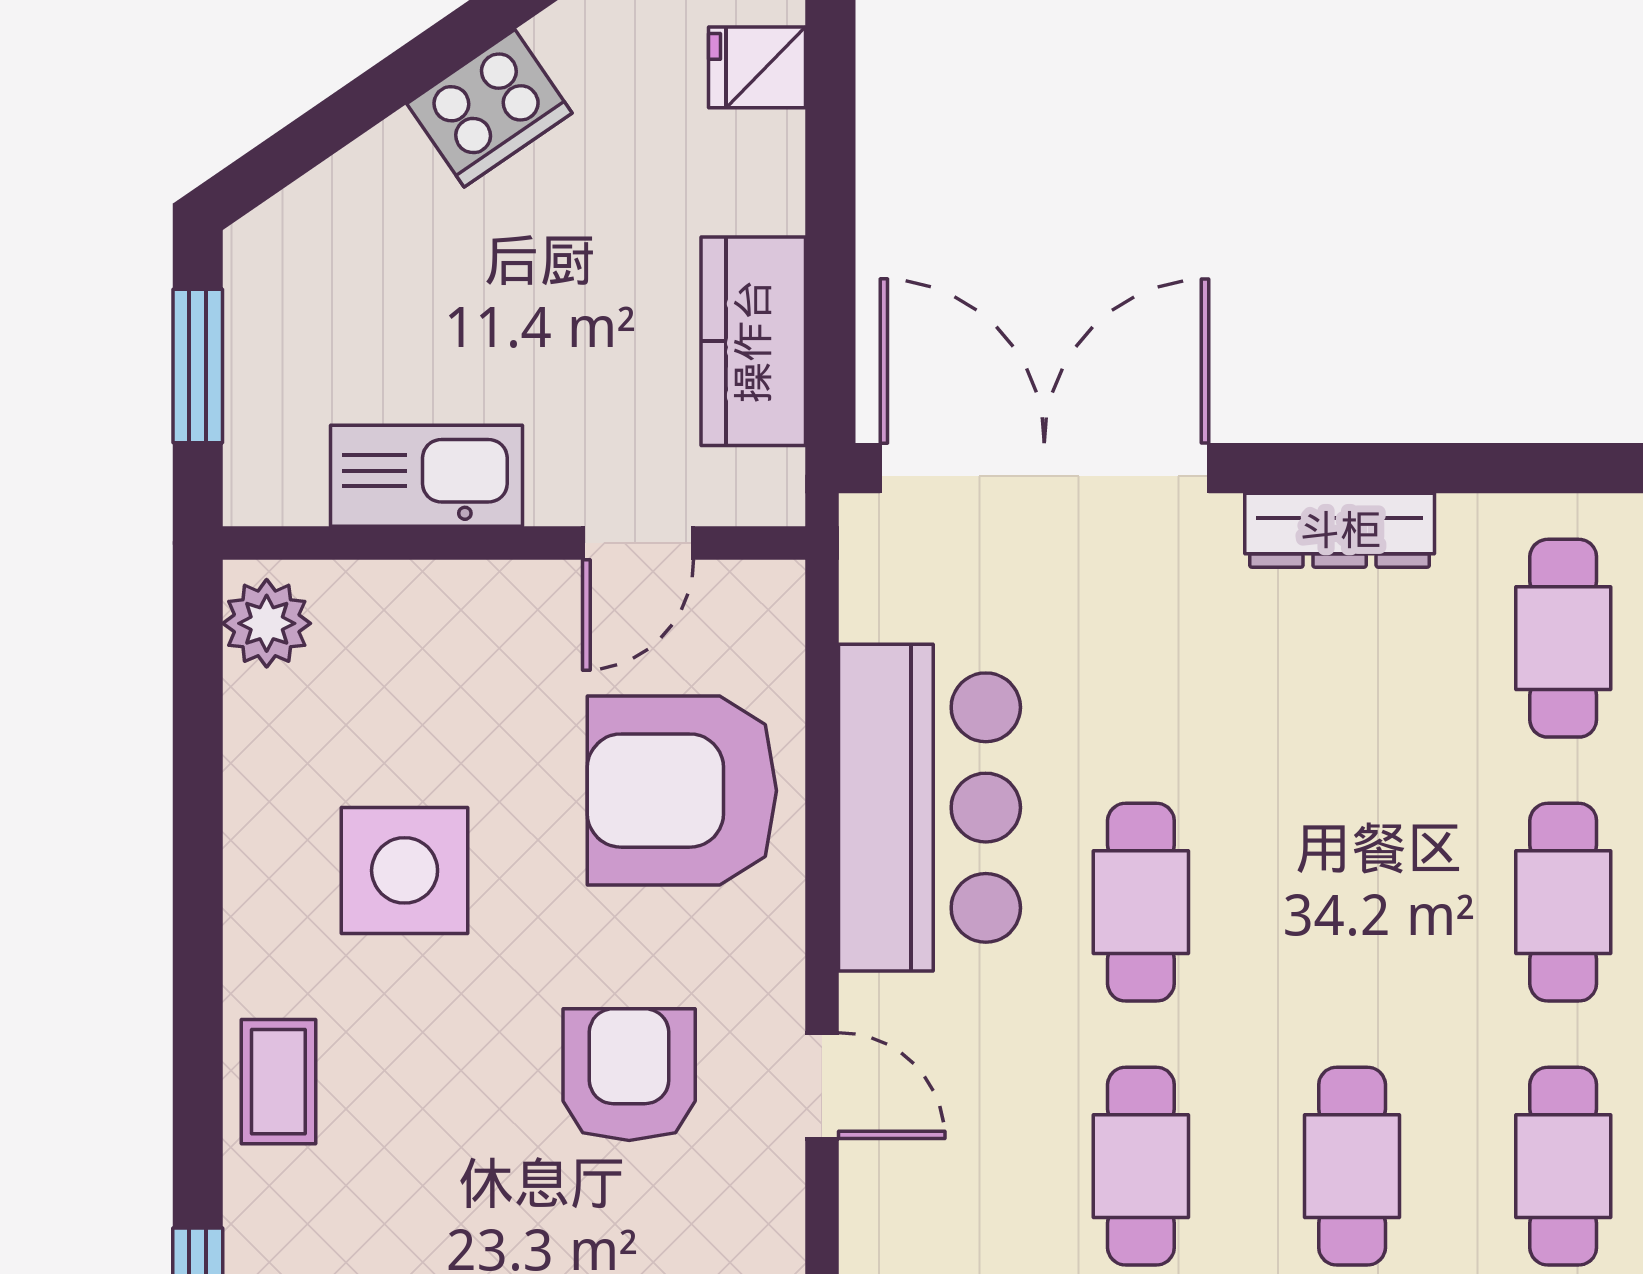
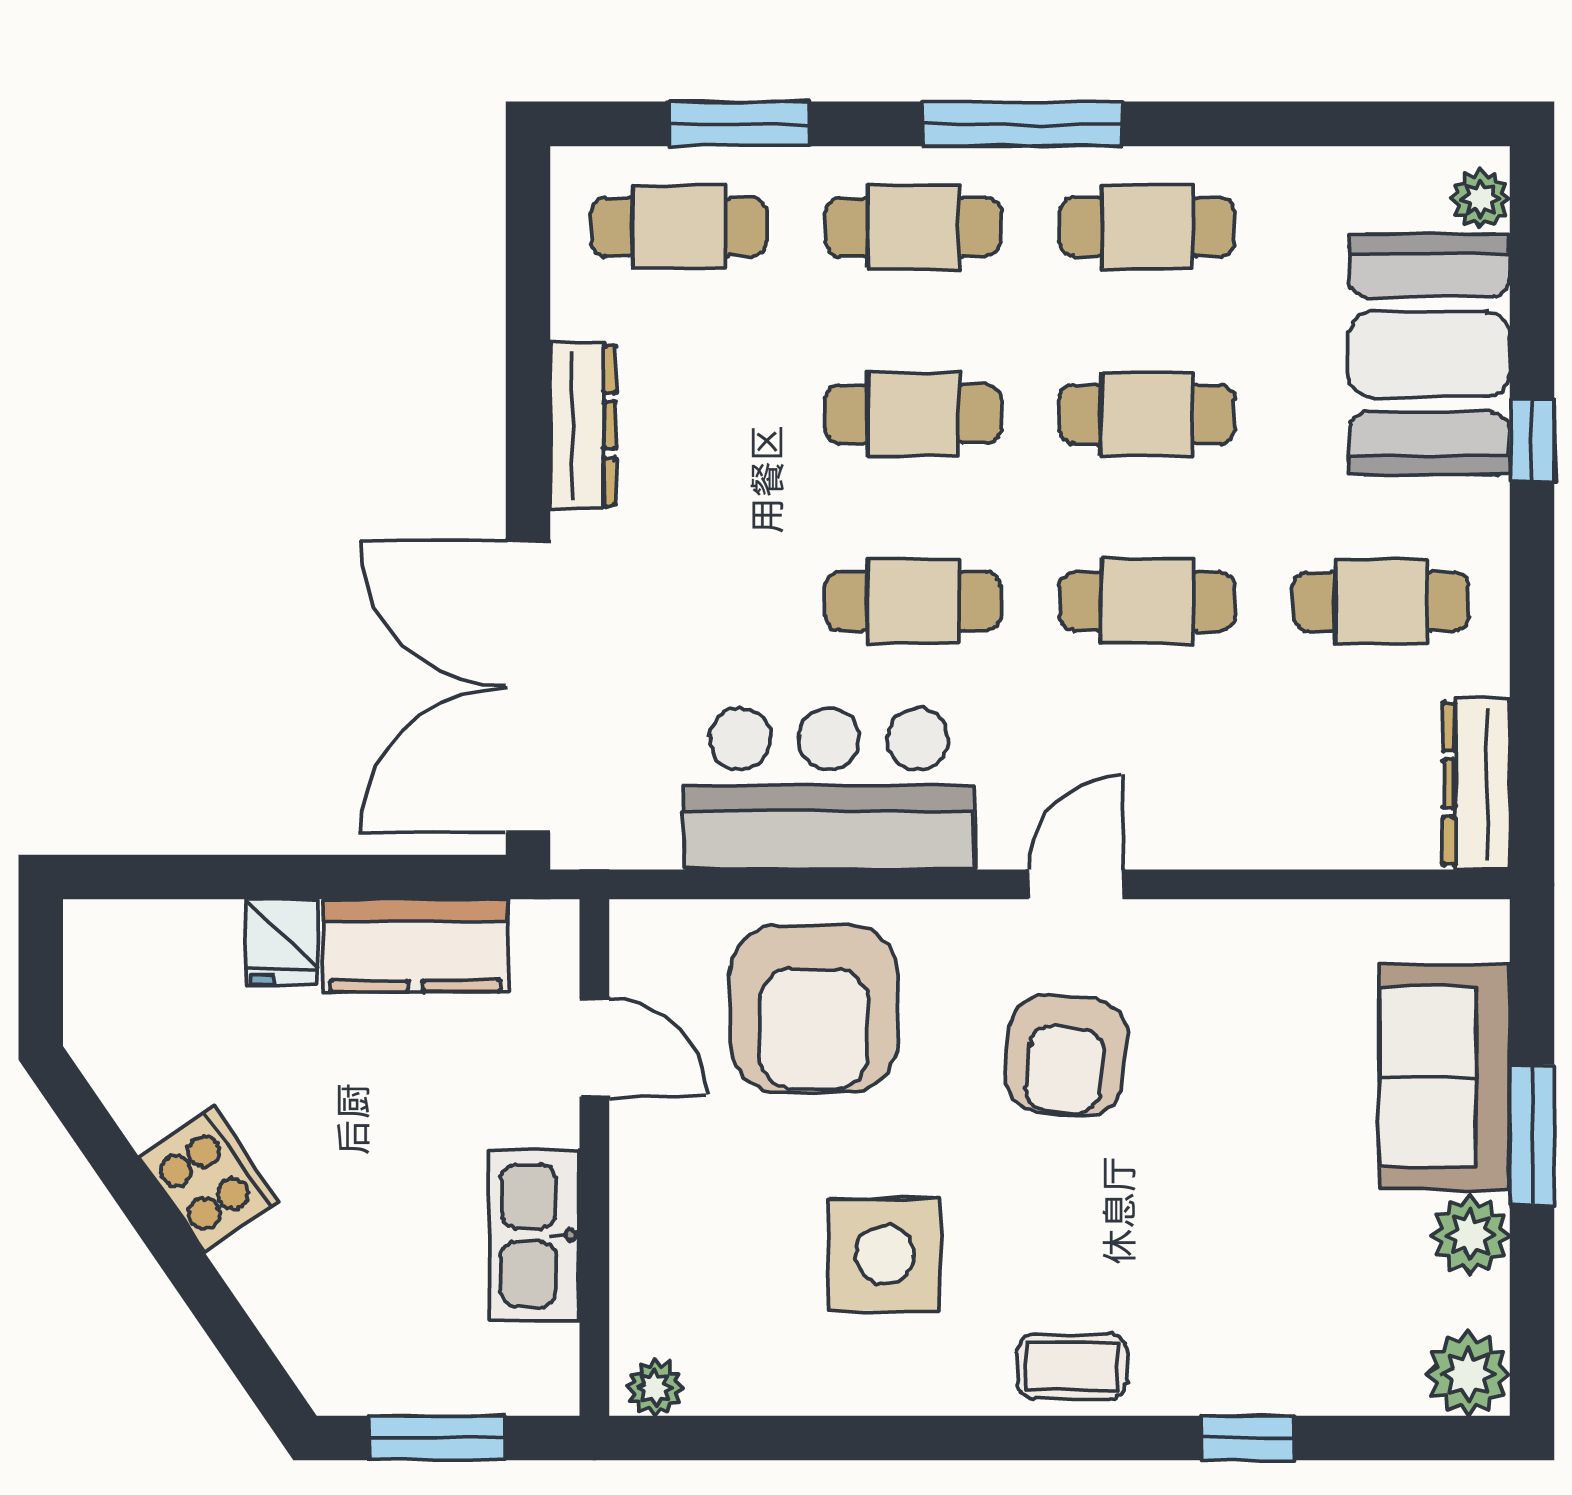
fridge: (757, 67) -> (281, 942), moved
plant: (267, 623) -> (655, 1388), width x0.73, depth x0.73
cafe table: (1352, 902) -> (913, 414), added
armchair: (629, 1075) -> (1066, 1055), turned -84

